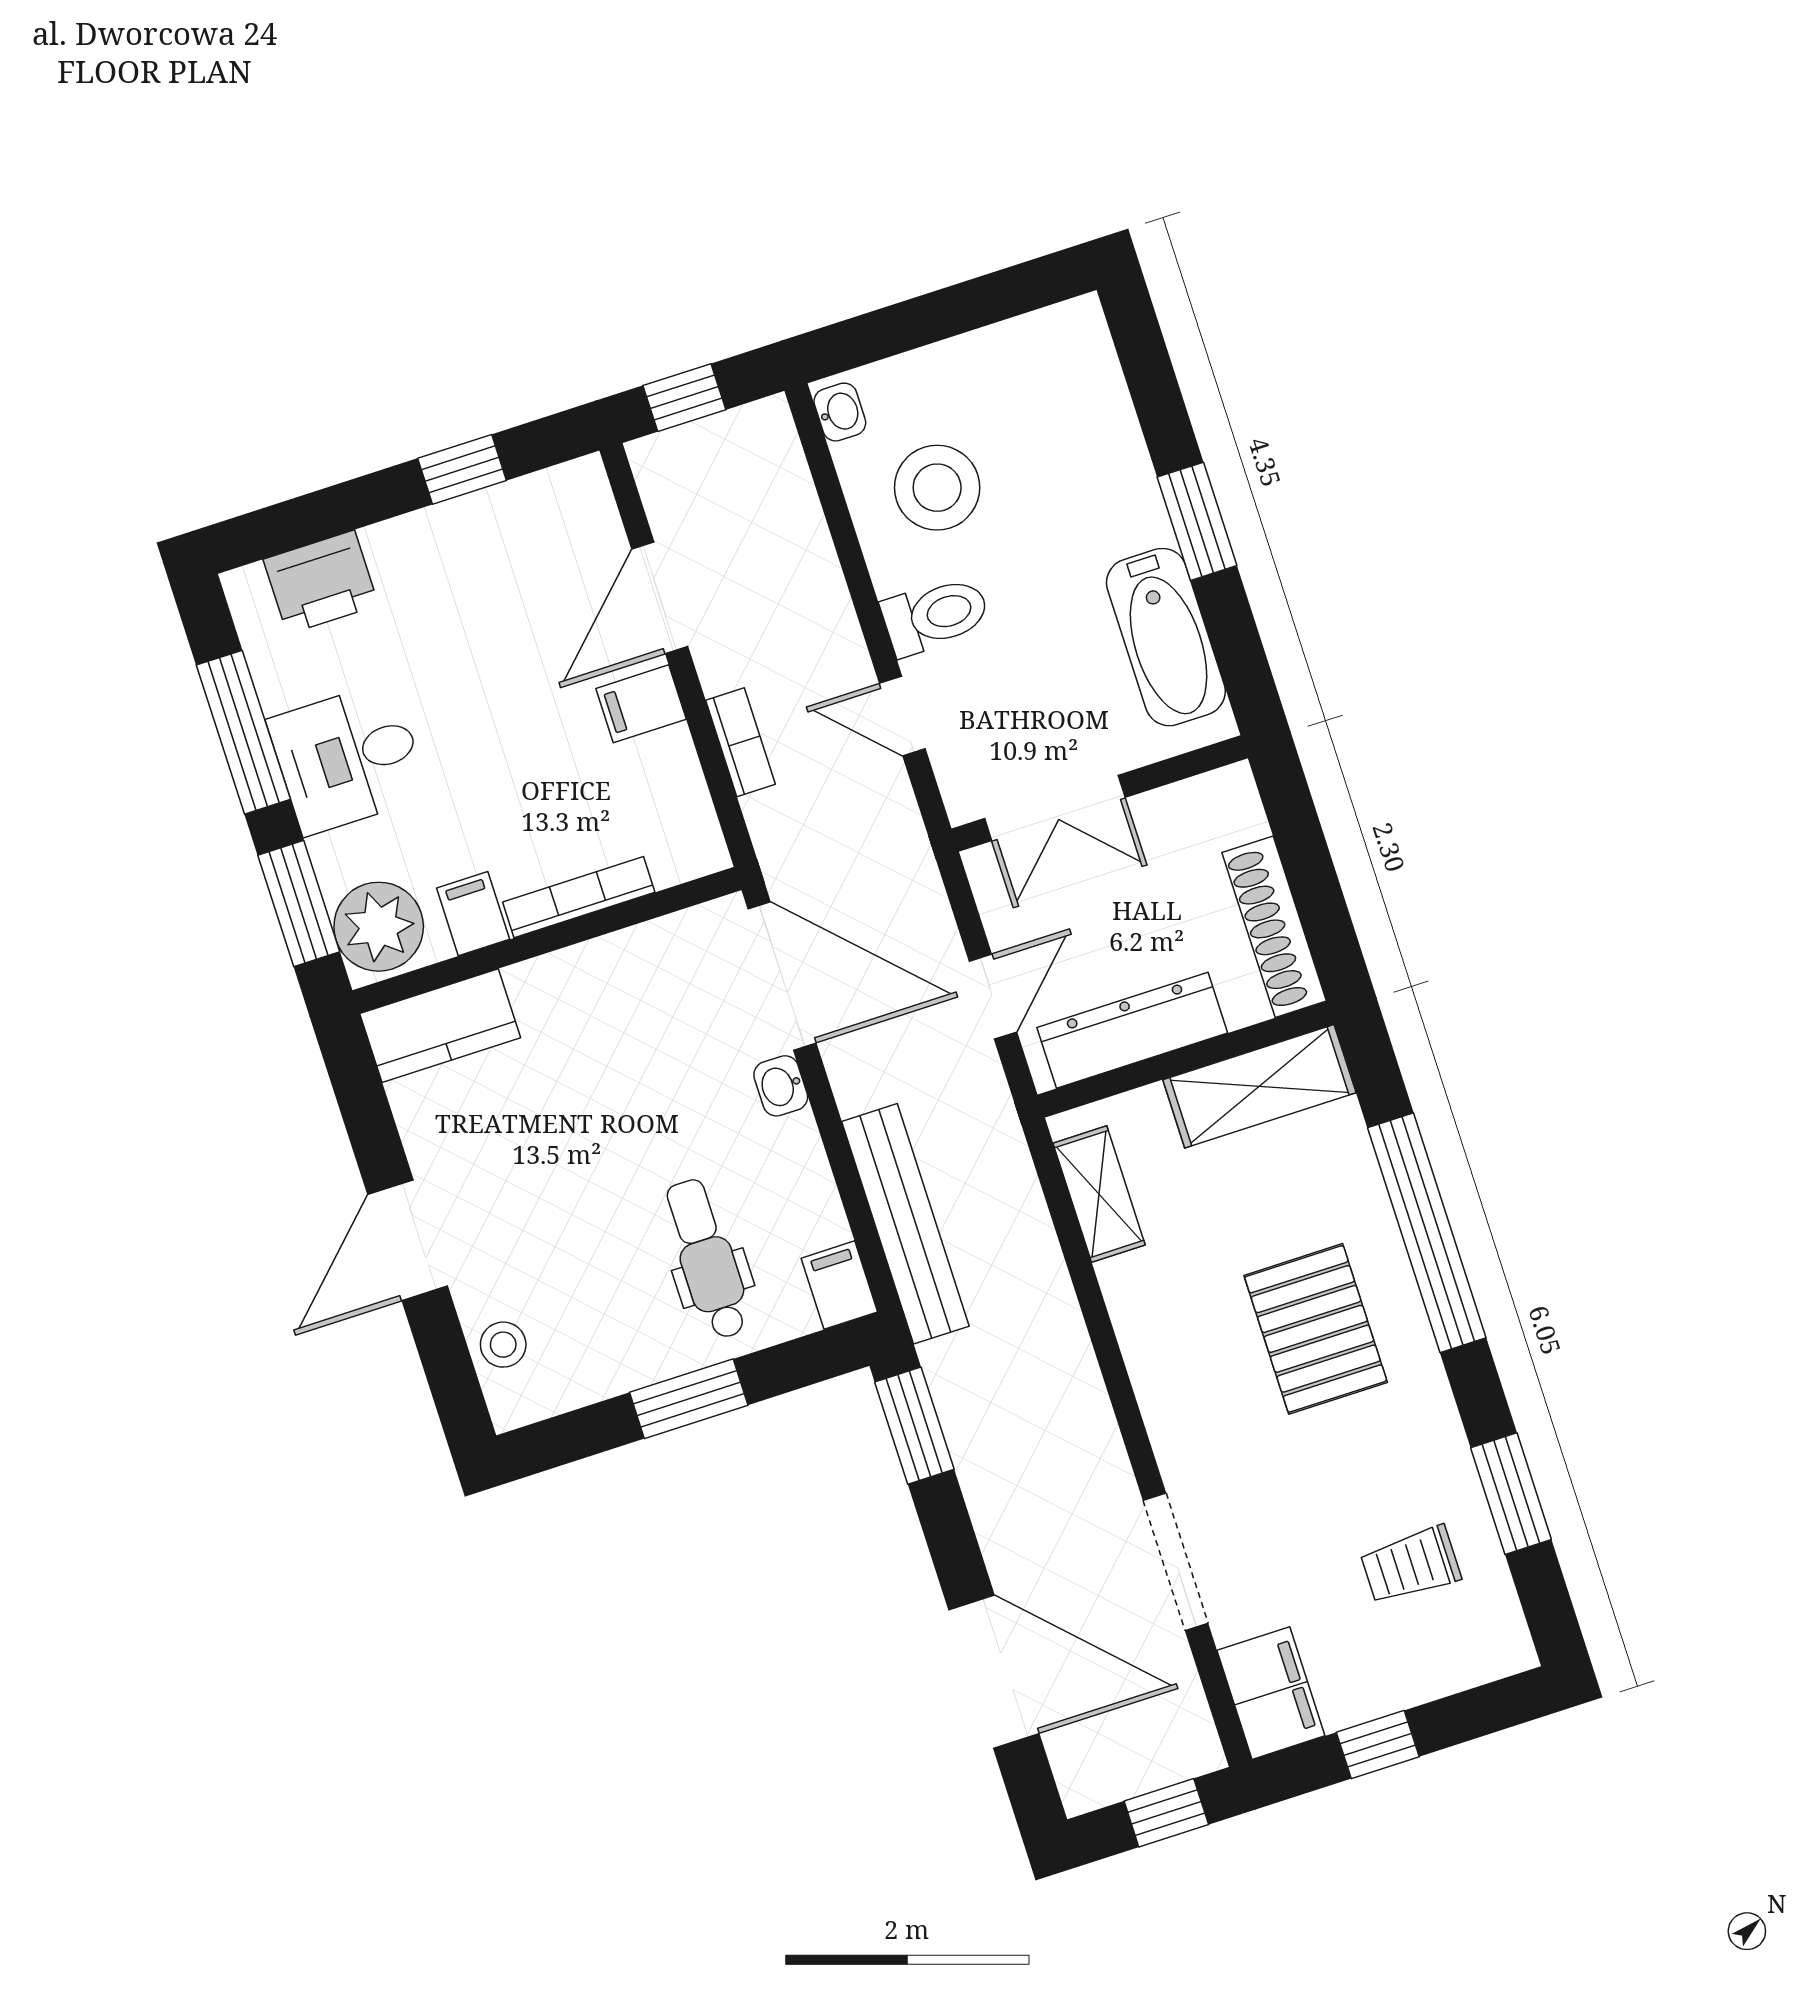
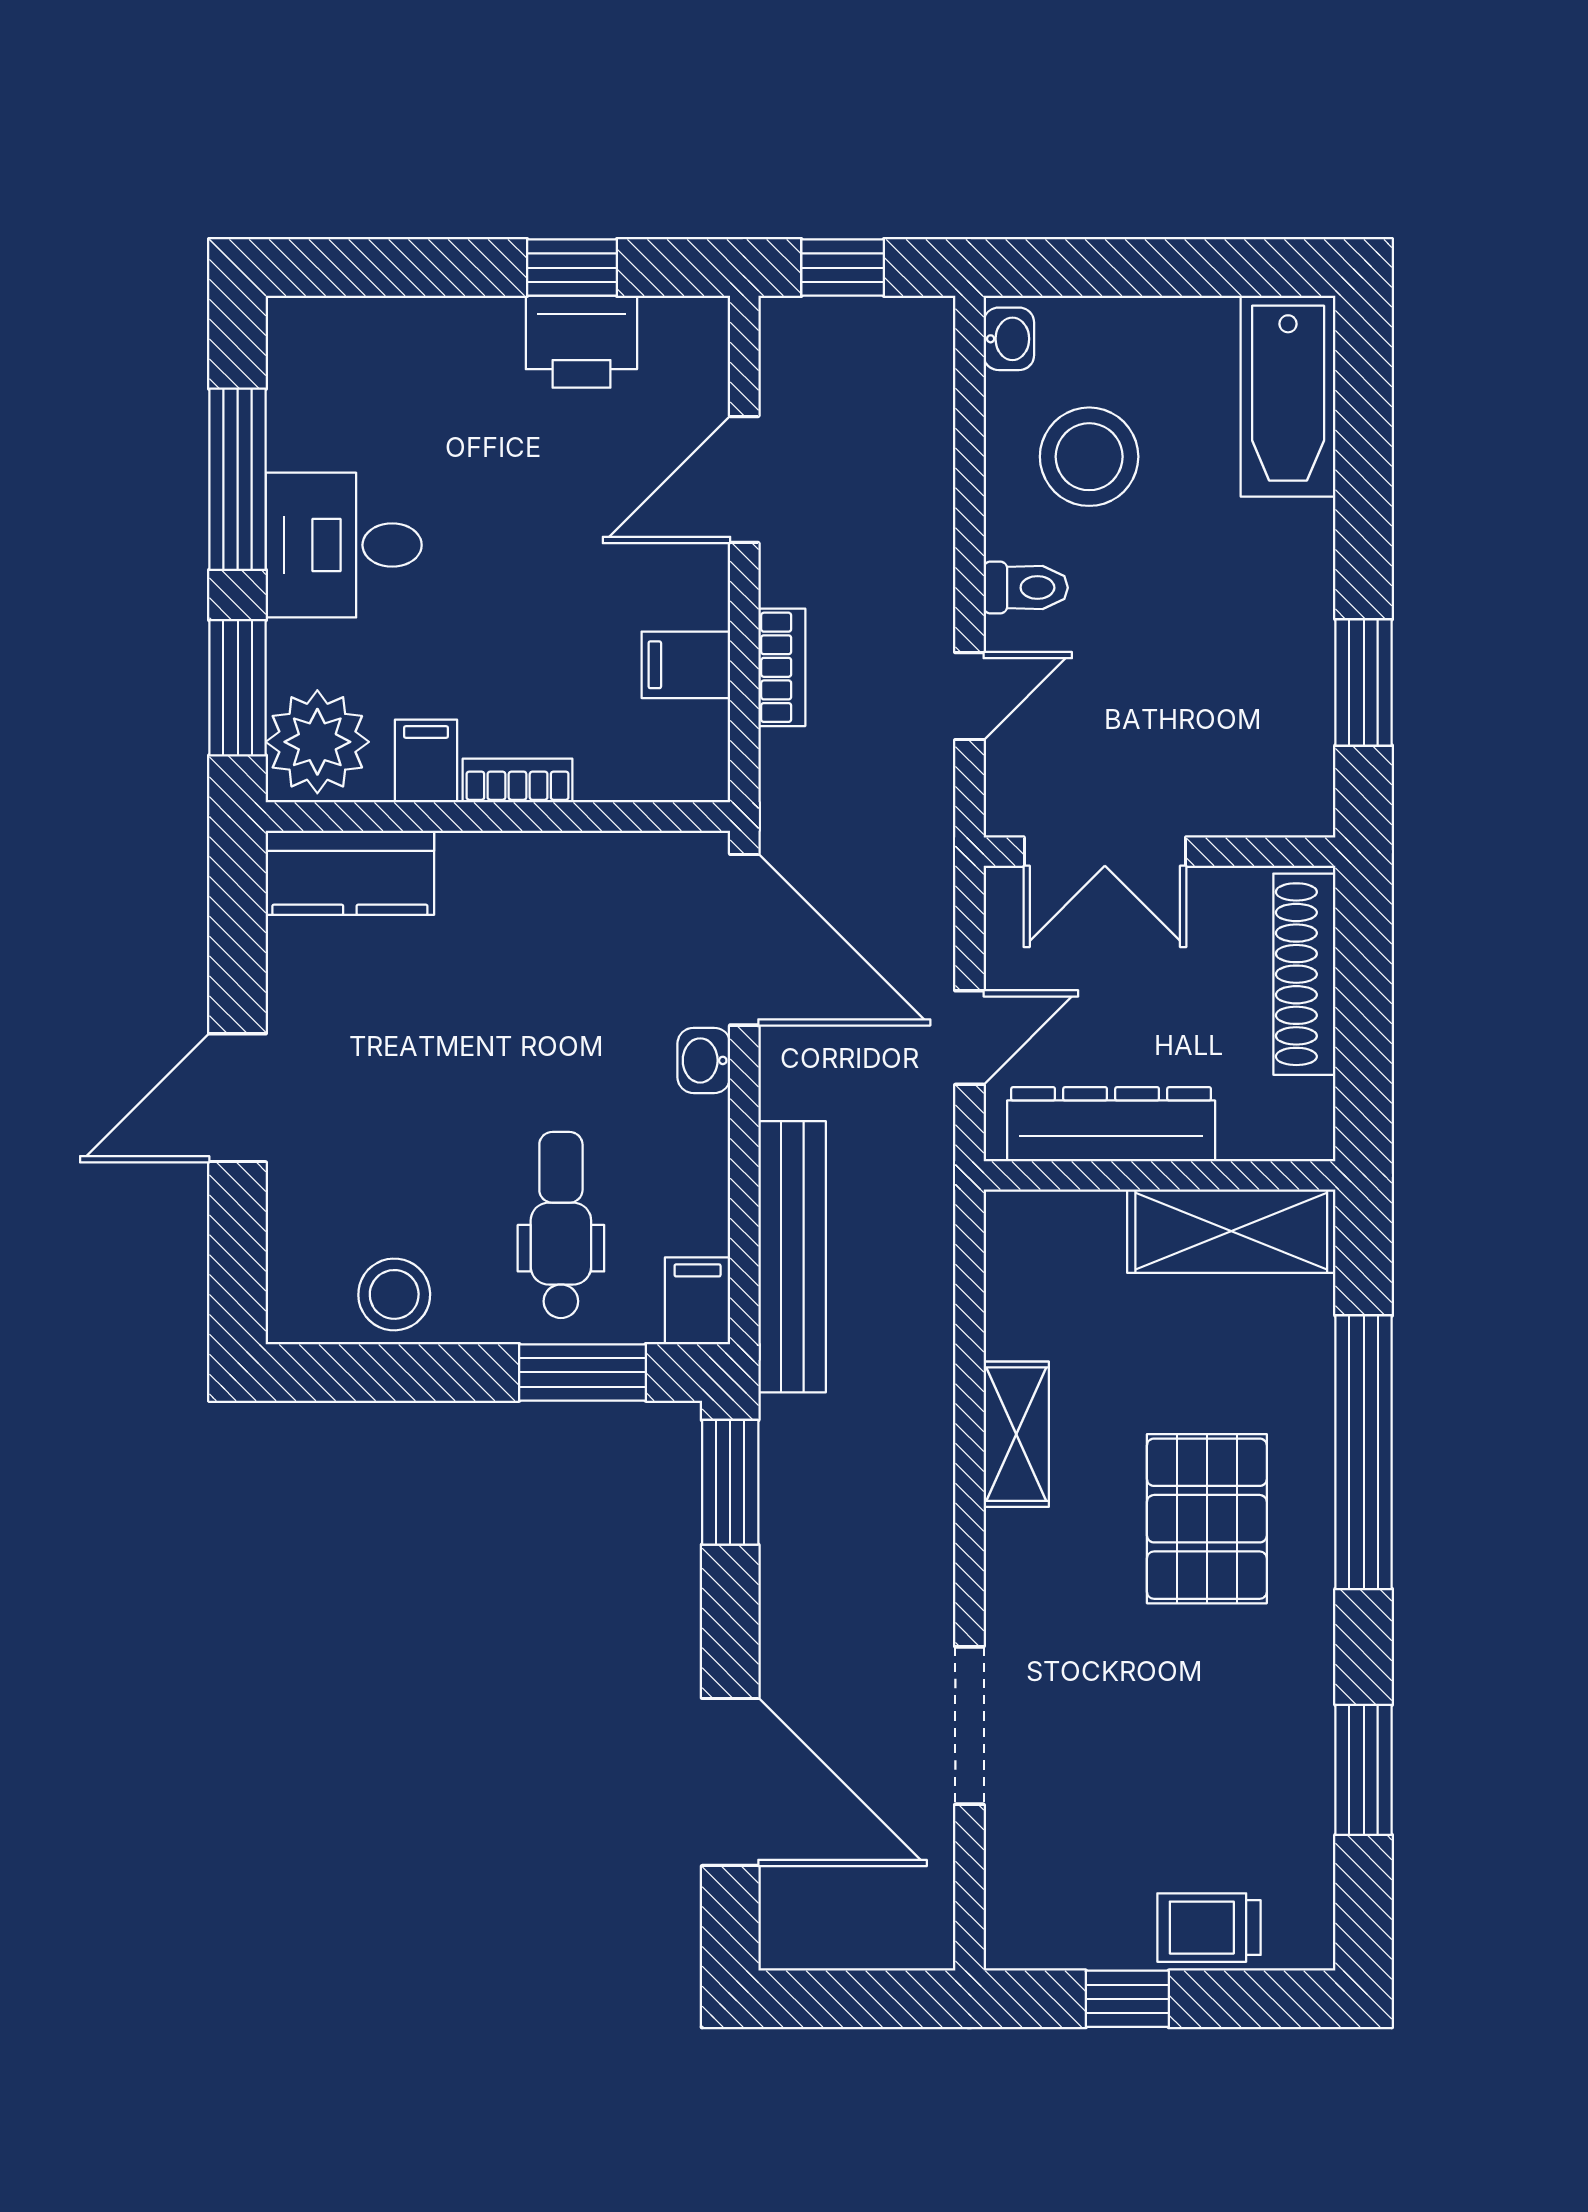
window: (1197, 521) -> (1364, 682), moved
printer: (321, 582) -> (581, 342), moved
toilet: (936, 616) -> (1026, 588), width x0.73, depth x0.72
bathtub: (1166, 637) -> (1288, 396), moved
filing cabinet: (641, 704) -> (686, 665), moved
door: (902, 716) -> (969, 696), swing flipped
bookcase: (579, 897) -> (518, 780), width x0.64
shoe rack: (1274, 927) -> (1304, 974), moved
shelving: (1099, 1194) -> (1016, 1434), moved
stool: (503, 1345) -> (394, 1294), moved, width x1.37, depth x1.37
window: (689, 1399) -> (582, 1372), moved
trolley: (1411, 1565) -> (1209, 1928), moved
filing cabinet: (1271, 1693) -> (1028, 1904), removed
window: (1166, 1813) -> (870, 1999), removed

